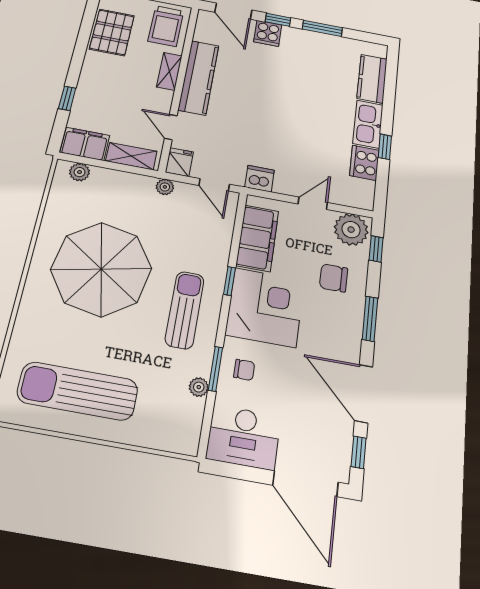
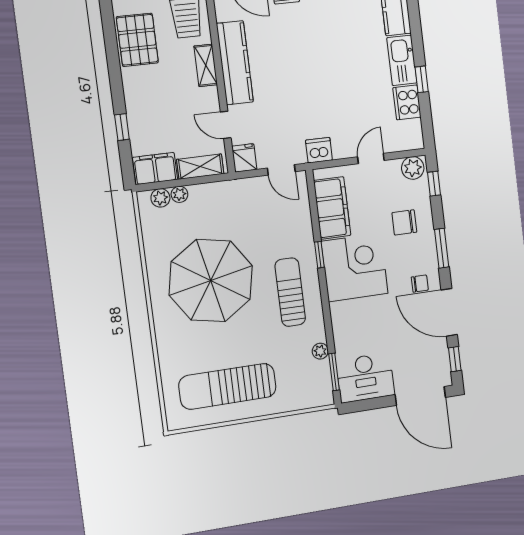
plant: (165, 187) -> (179, 194), moved
plant: (351, 230) -> (413, 168), width x0.73, depth x0.73
window: (215, 369) -> (334, 372), moved
chair: (244, 370) -> (420, 284), moved

